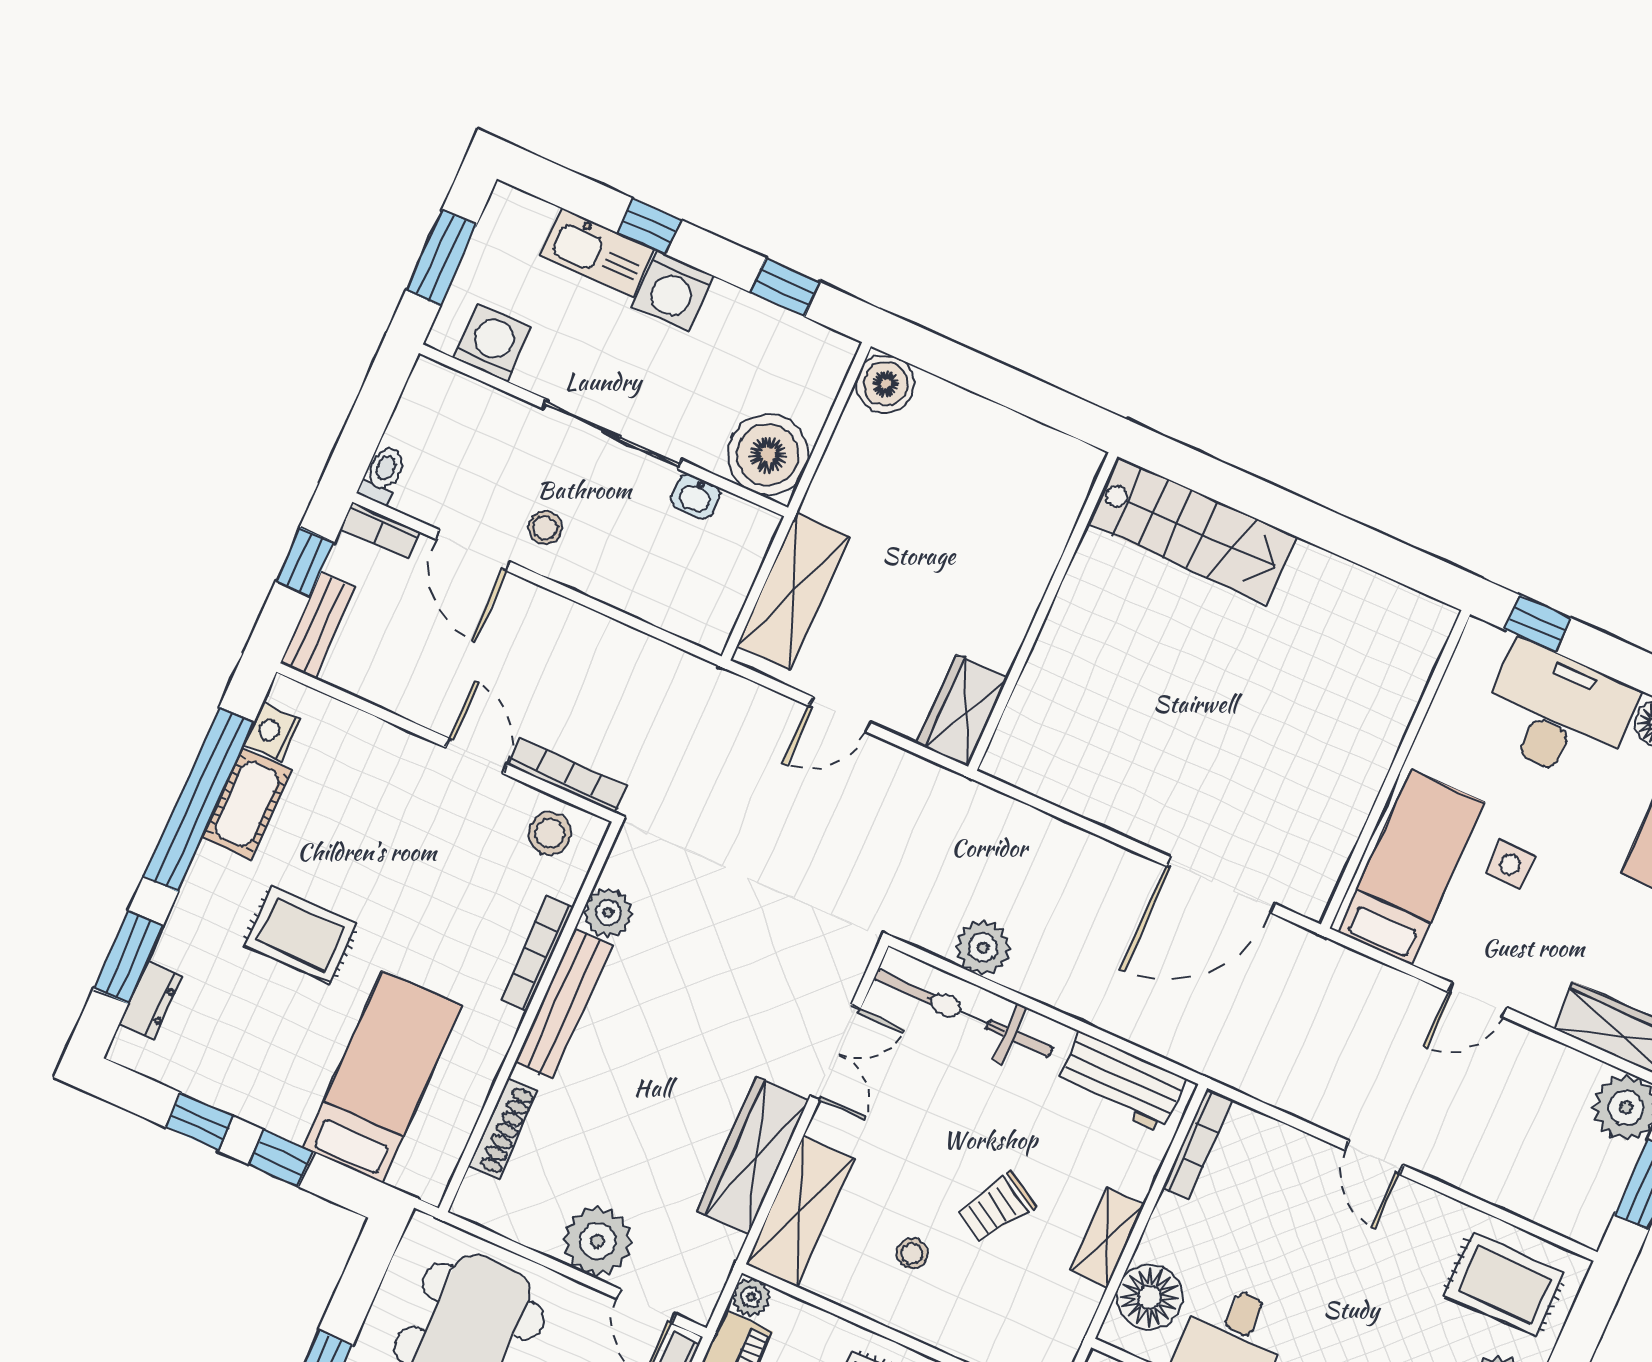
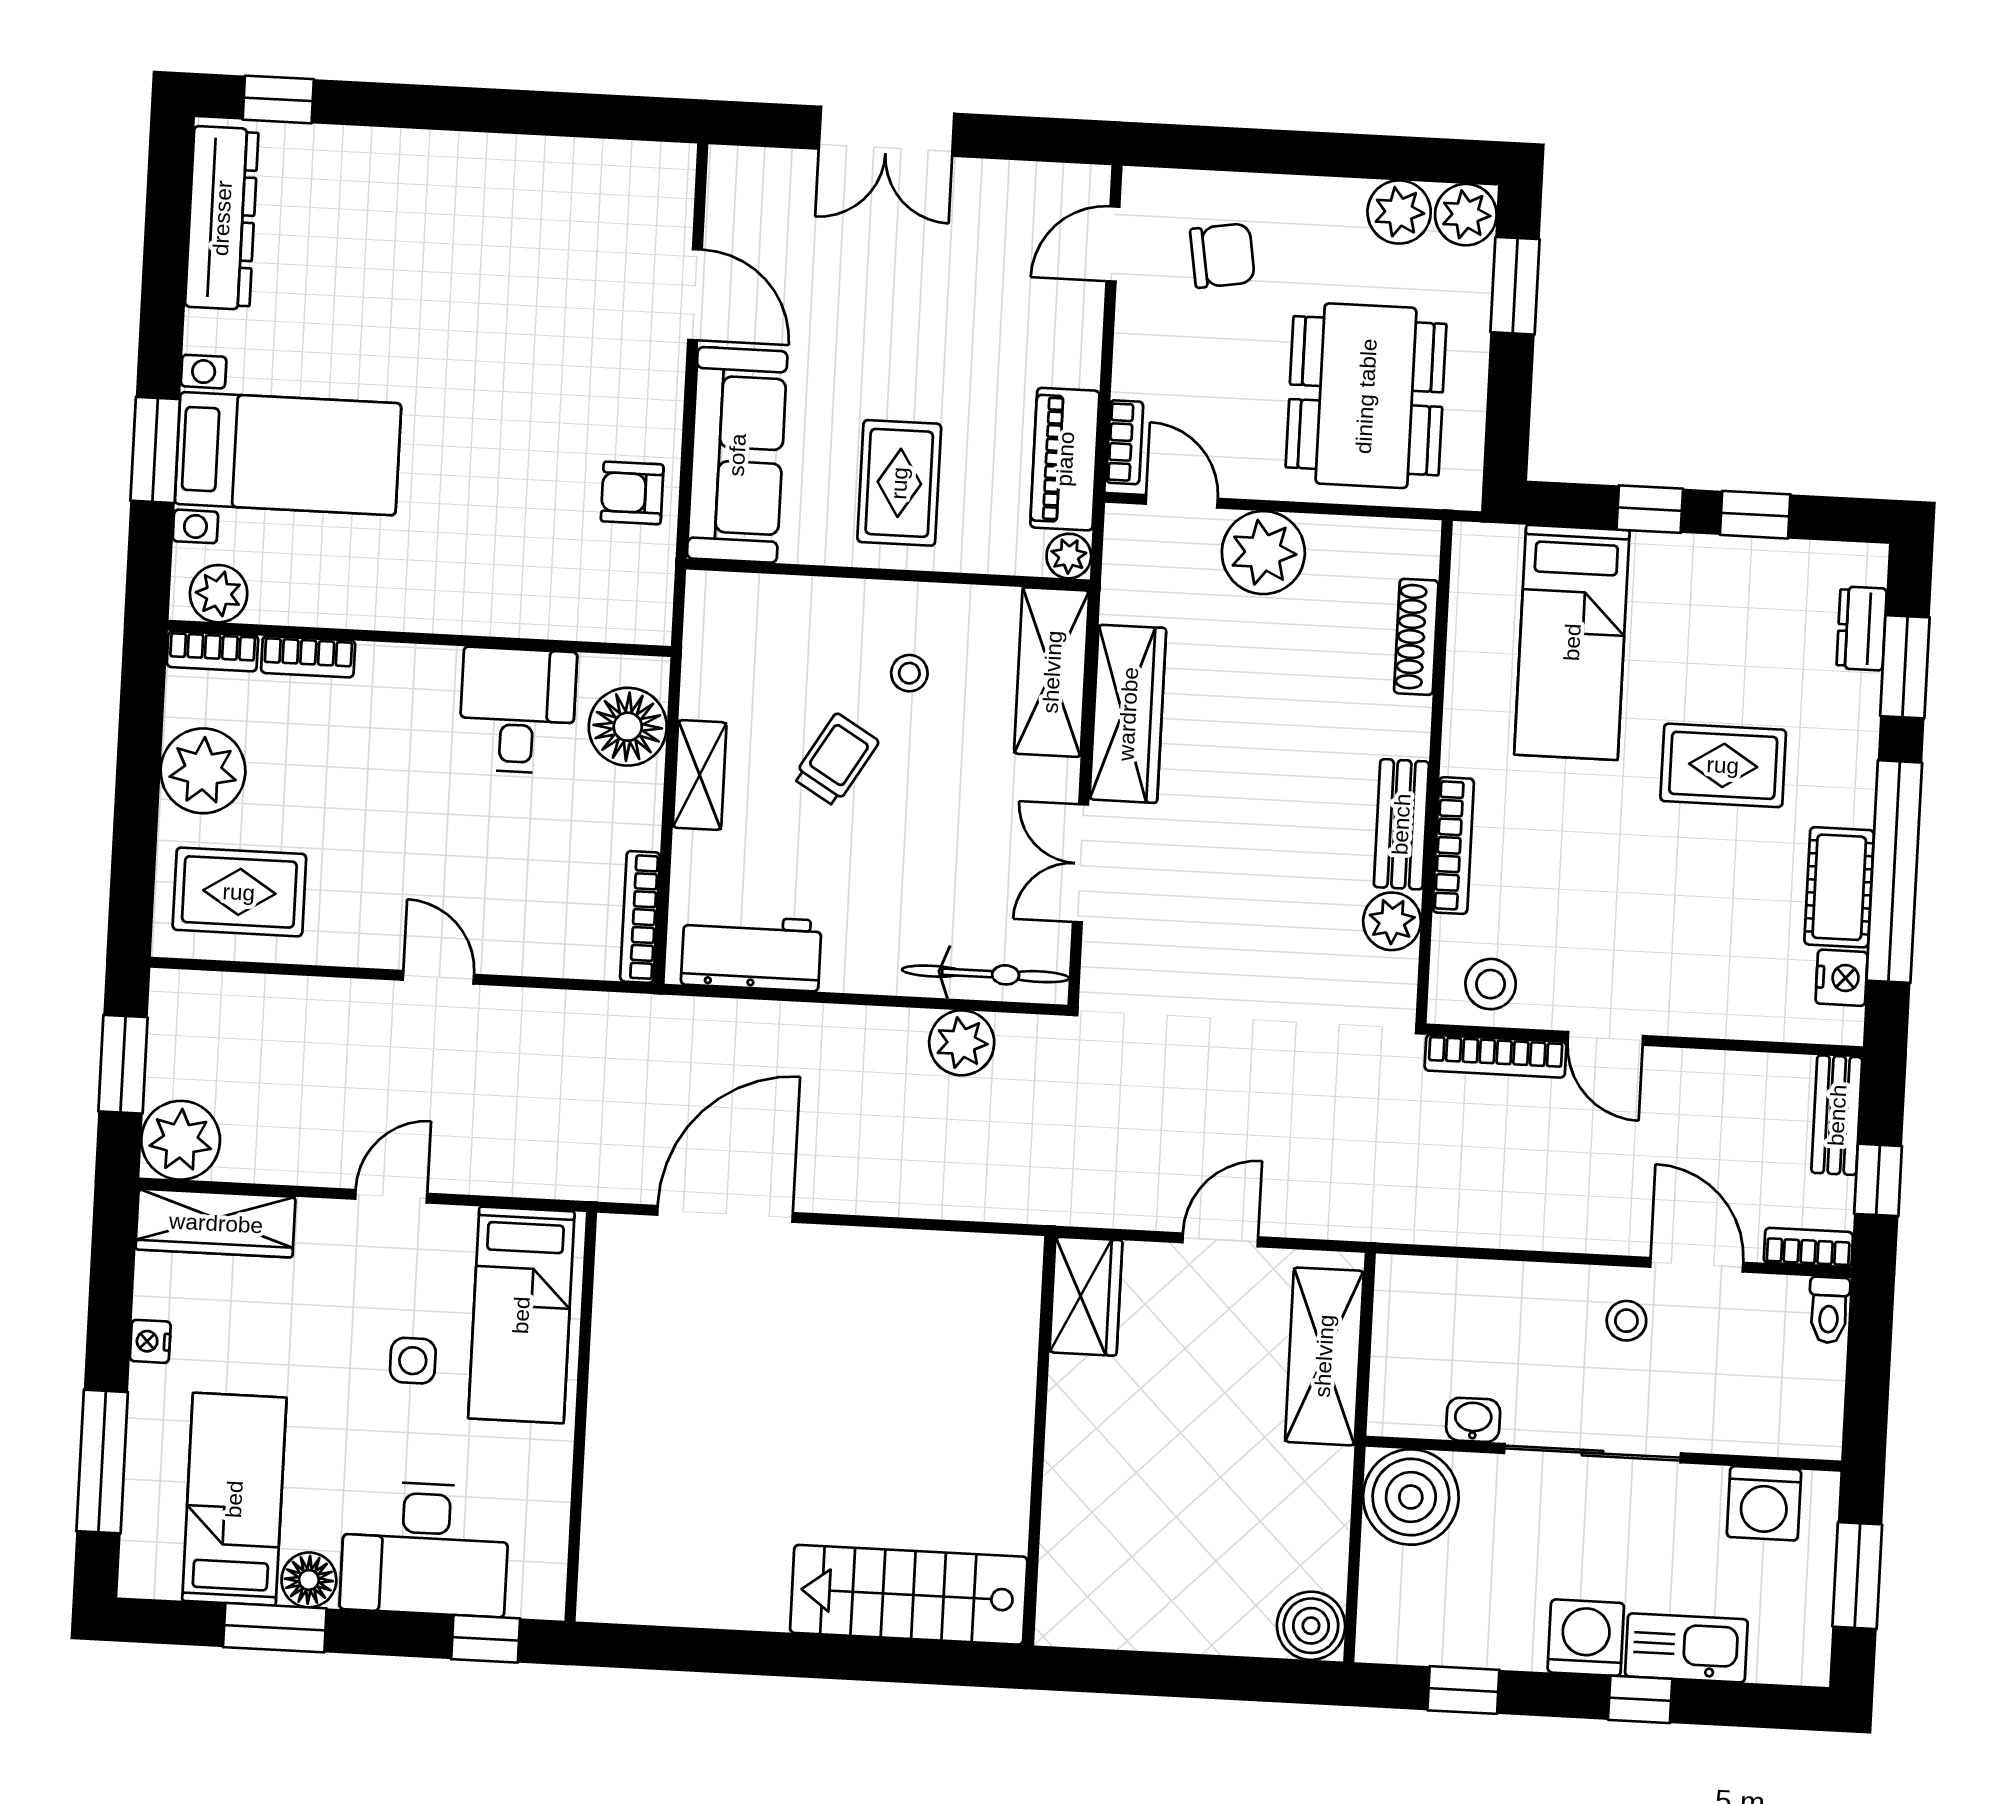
bench: (563, 1004) -> (1401, 824), width x0.73
bicycle: (963, 1013) -> (986, 974), width x0.73, depth x0.71

